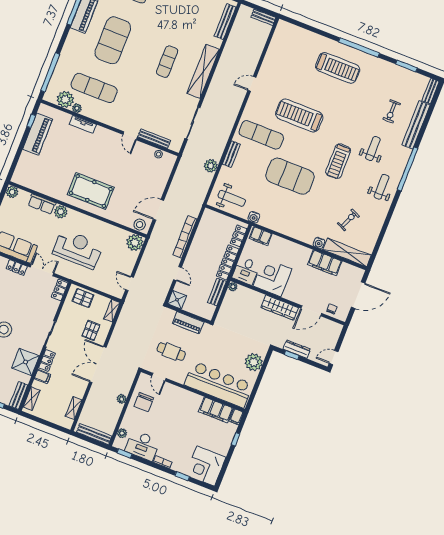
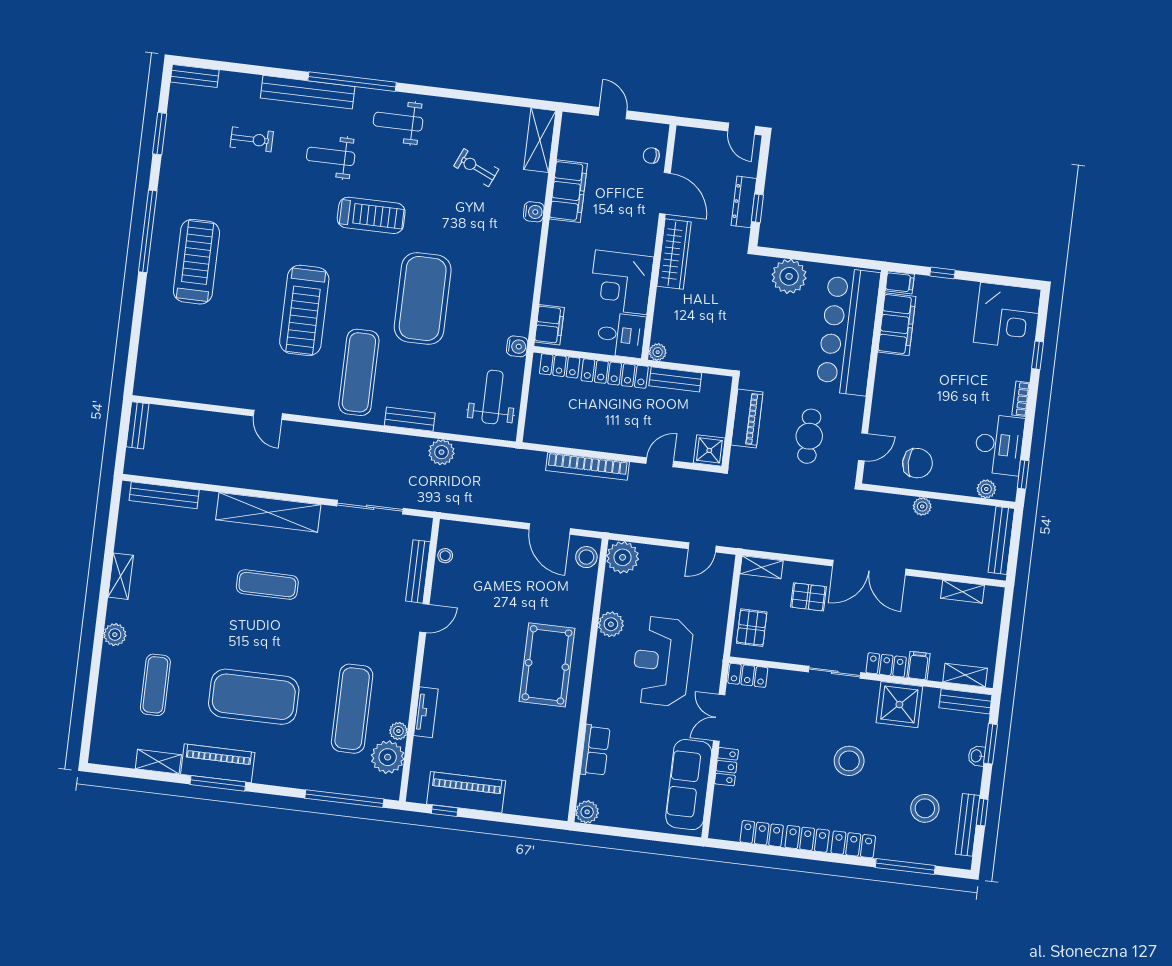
bench: (416, 125) -> (308, 92), moved
plant: (61, 212) -> (611, 624), moved
shelving: (347, 252) -> (540, 140), width x0.68
door: (358, 295) -> (613, 113), width x0.53

